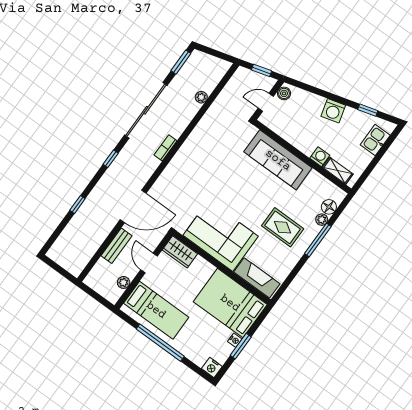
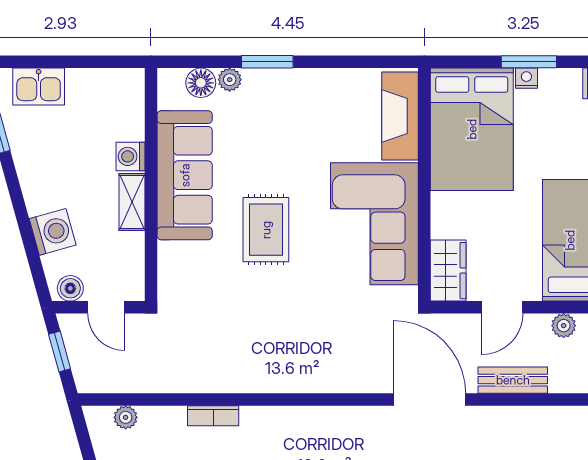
plant: (201, 97) -> (126, 417), moved
washing machine: (333, 111) -> (53, 232), moved
bookcase: (165, 148) -> (213, 416), moved
sofa: (278, 160) -> (185, 175), moved
shelving: (338, 171) -> (132, 202), moved
rug: (283, 227) -> (266, 230), moved
window: (318, 240) -> (267, 62), width x0.69

